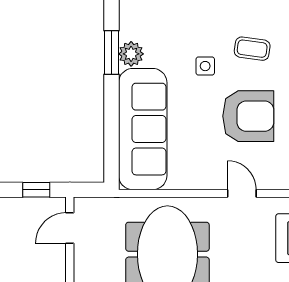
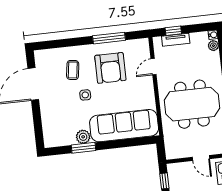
armchair: (248, 116) -> (110, 68), turned 180
door: (70, 228) -> (201, 158), moved

